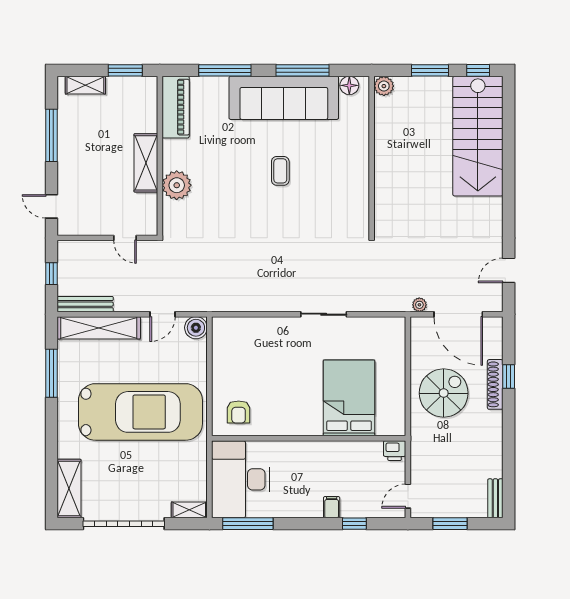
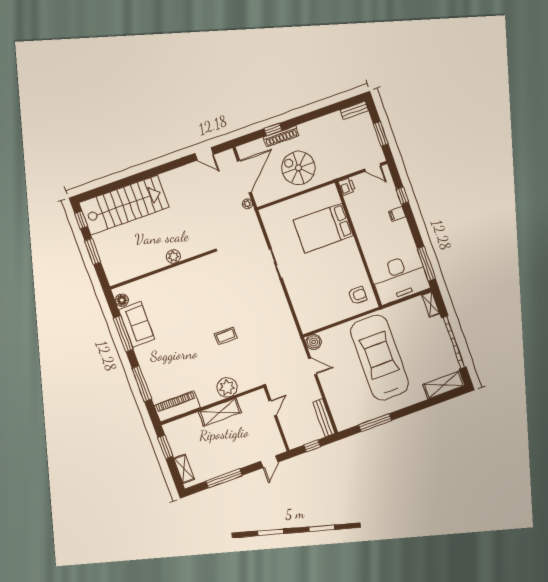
plant: (384, 86) -> (173, 256), moved
sofa: (284, 98) -> (137, 324), width x0.54, depth x0.79
coffee table: (280, 171) -> (226, 336), moved
shelving: (99, 328) -> (336, 404), removed

